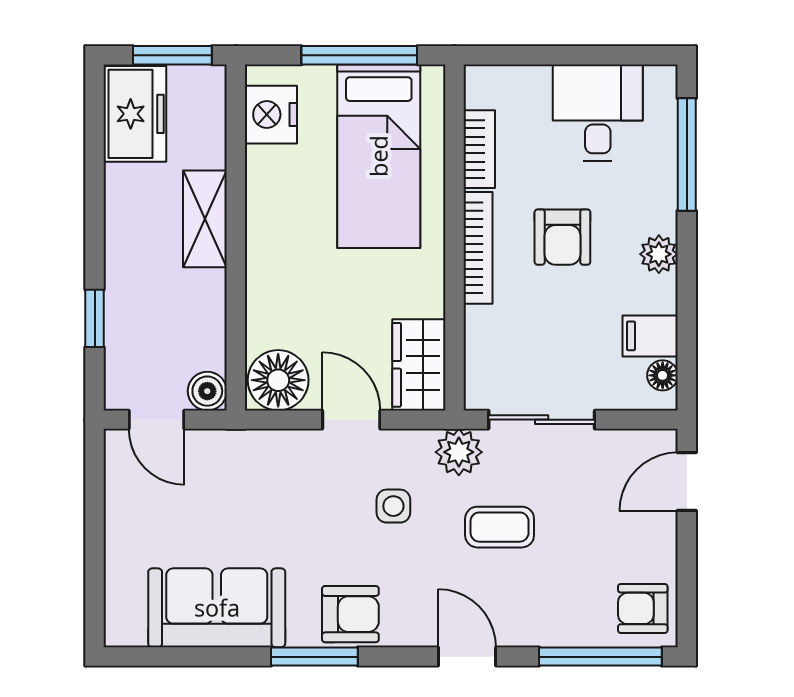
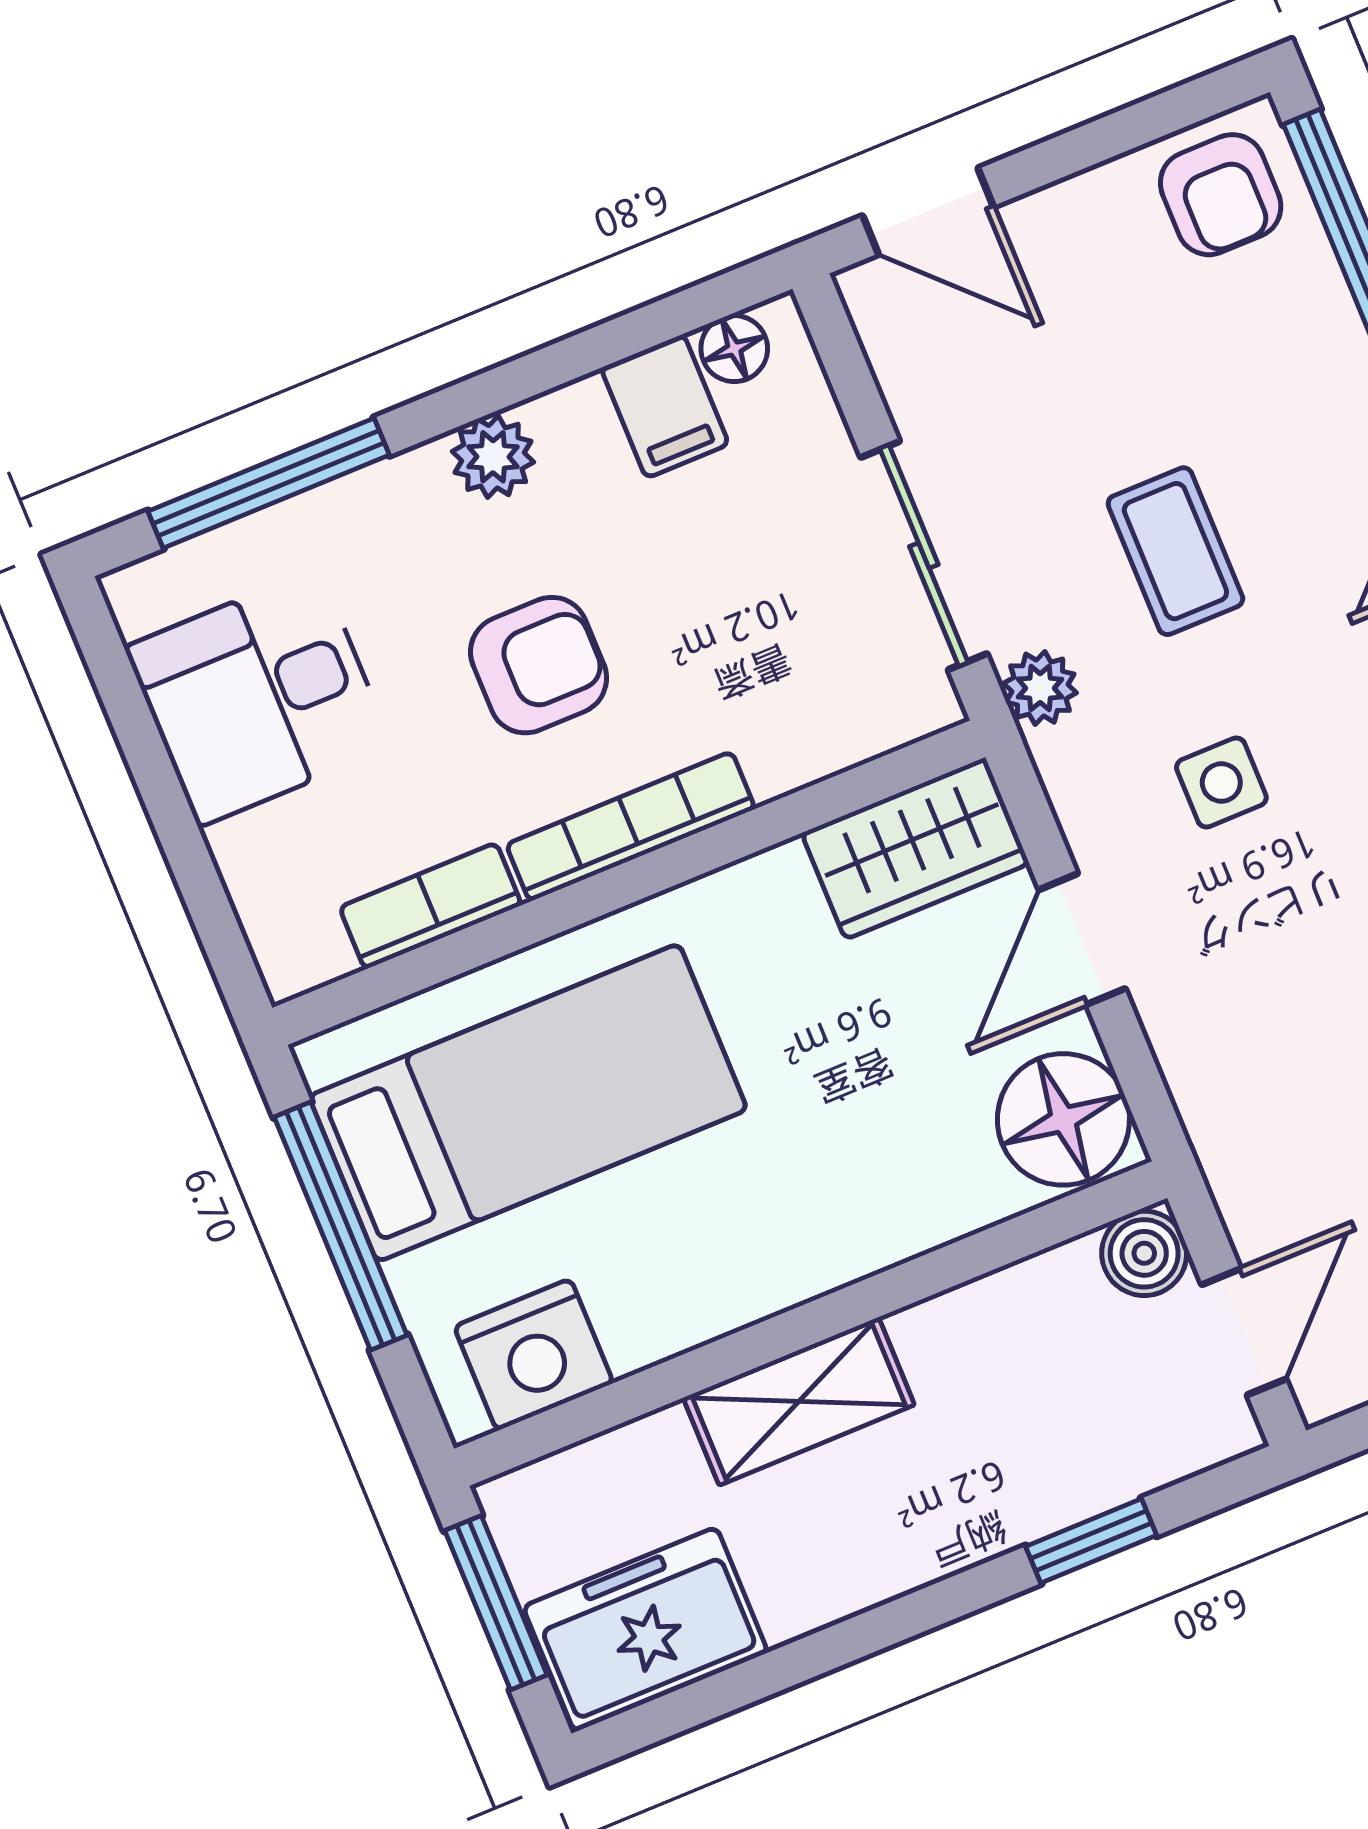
plant: (459, 452) -> (1040, 688), width x0.73, depth x0.73

